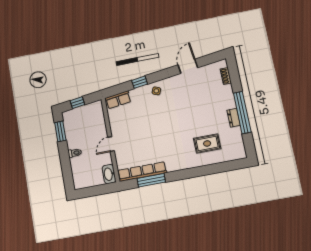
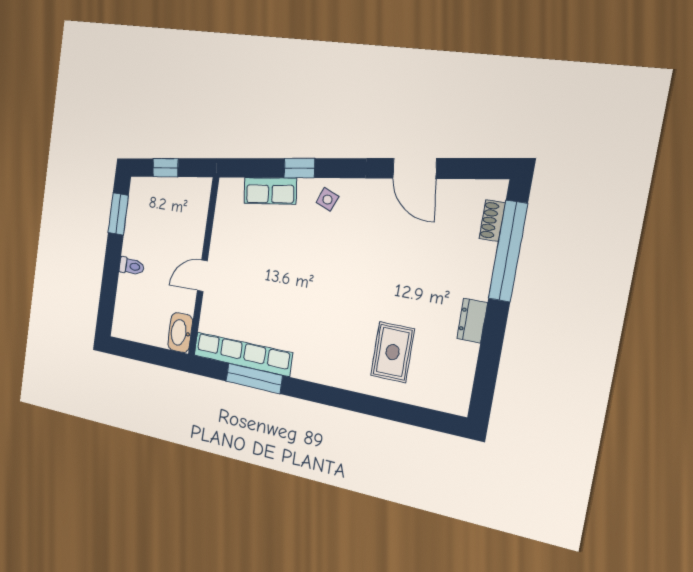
door: (188, 66) -> (415, 168), swing flipped
row of seats: (118, 100) -> (270, 191), moved
window: (242, 113) -> (508, 251), moved
rug: (207, 143) -> (393, 352), turned 90

